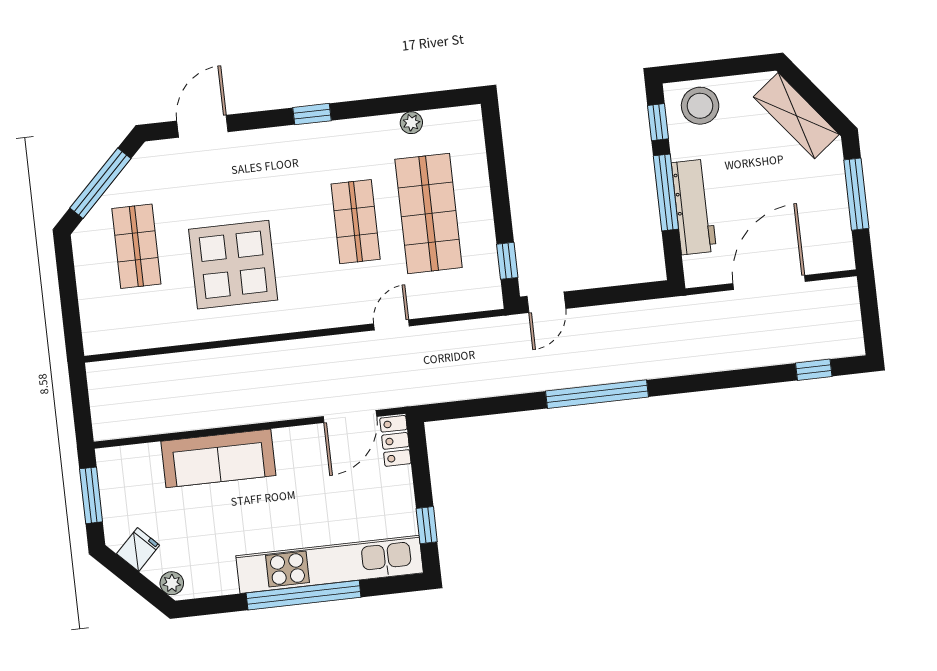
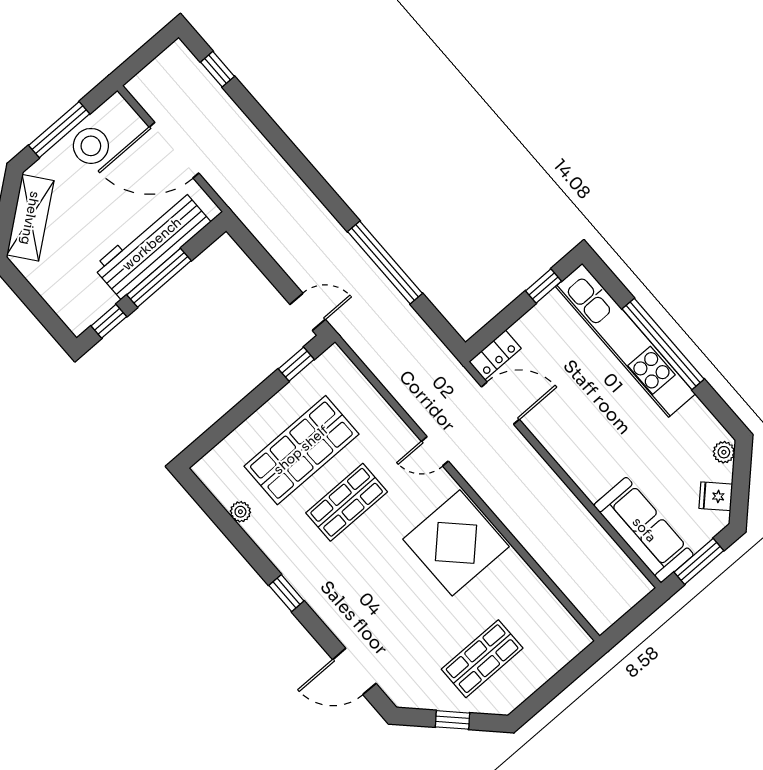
stool: (700, 106) -> (91, 146), moved
window: (100, 183) -> (452, 720), width x0.46
workbench: (694, 207) -> (152, 244), width x1.36, depth x1.32
display table: (233, 265) -> (456, 543), moved
door: (392, 325) -> (435, 451), moved
window: (597, 394) -> (385, 263), moved
sofa: (218, 458) -> (644, 530), moved

